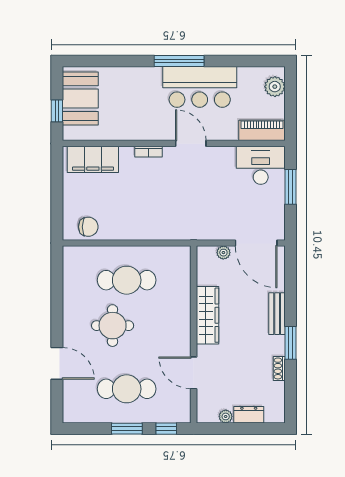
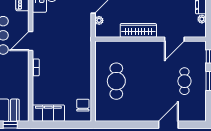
filing cabinet: (93, 159) -> (48, 113), moved, turned -90
round table: (113, 326) -> (145, 90), removed
cafe table: (127, 389) -> (184, 81), width x0.73, depth x0.74

